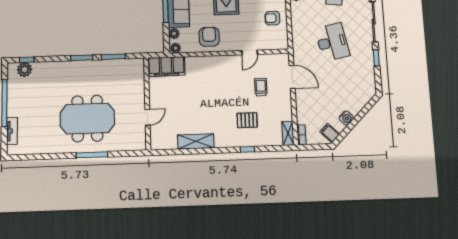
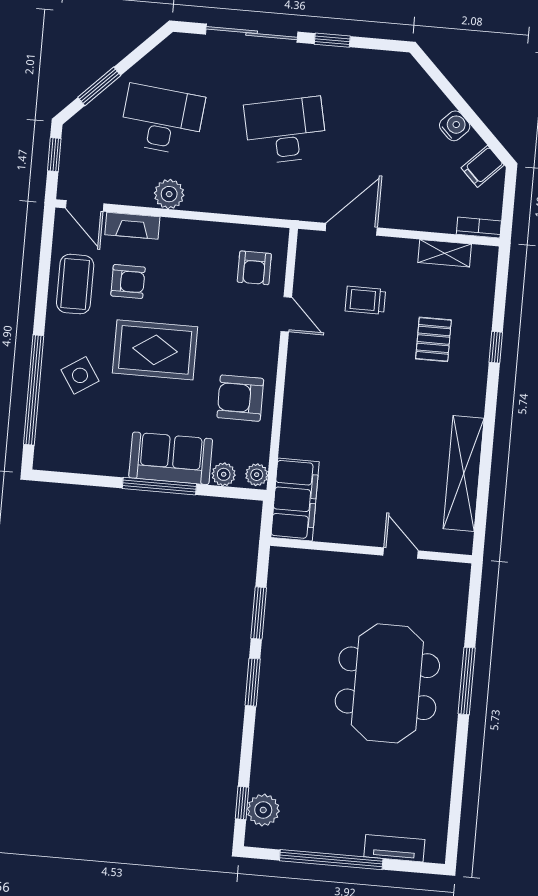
armchair: (272, 18) -> (254, 268), moved
shelving: (288, 133) -> (445, 253), moved
shelving: (196, 141) -> (464, 474), width x1.47

